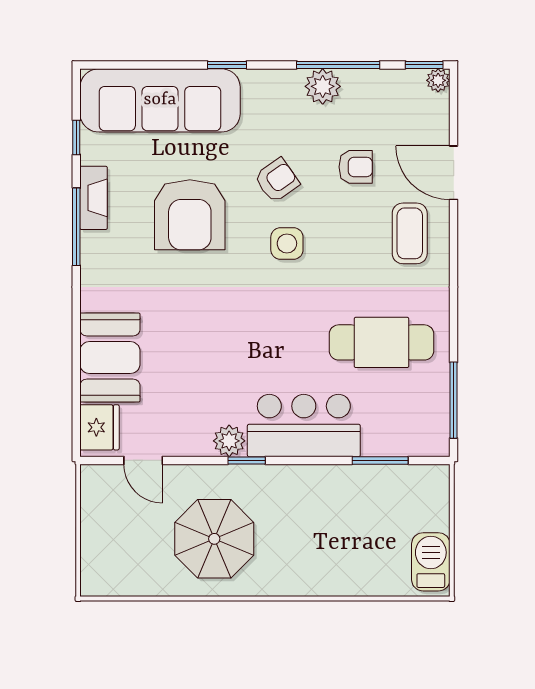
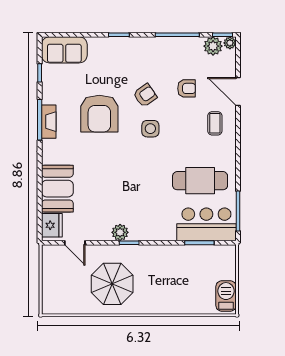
plant: (323, 86) -> (213, 46), moved
sofa: (160, 100) -> (64, 50), width x0.54, depth x0.79
fireplace: (94, 198) -> (49, 122), moved
coffee table: (410, 233) -> (215, 123), width x0.73, depth x0.77
bar counter: (304, 425) -> (206, 224), moved

